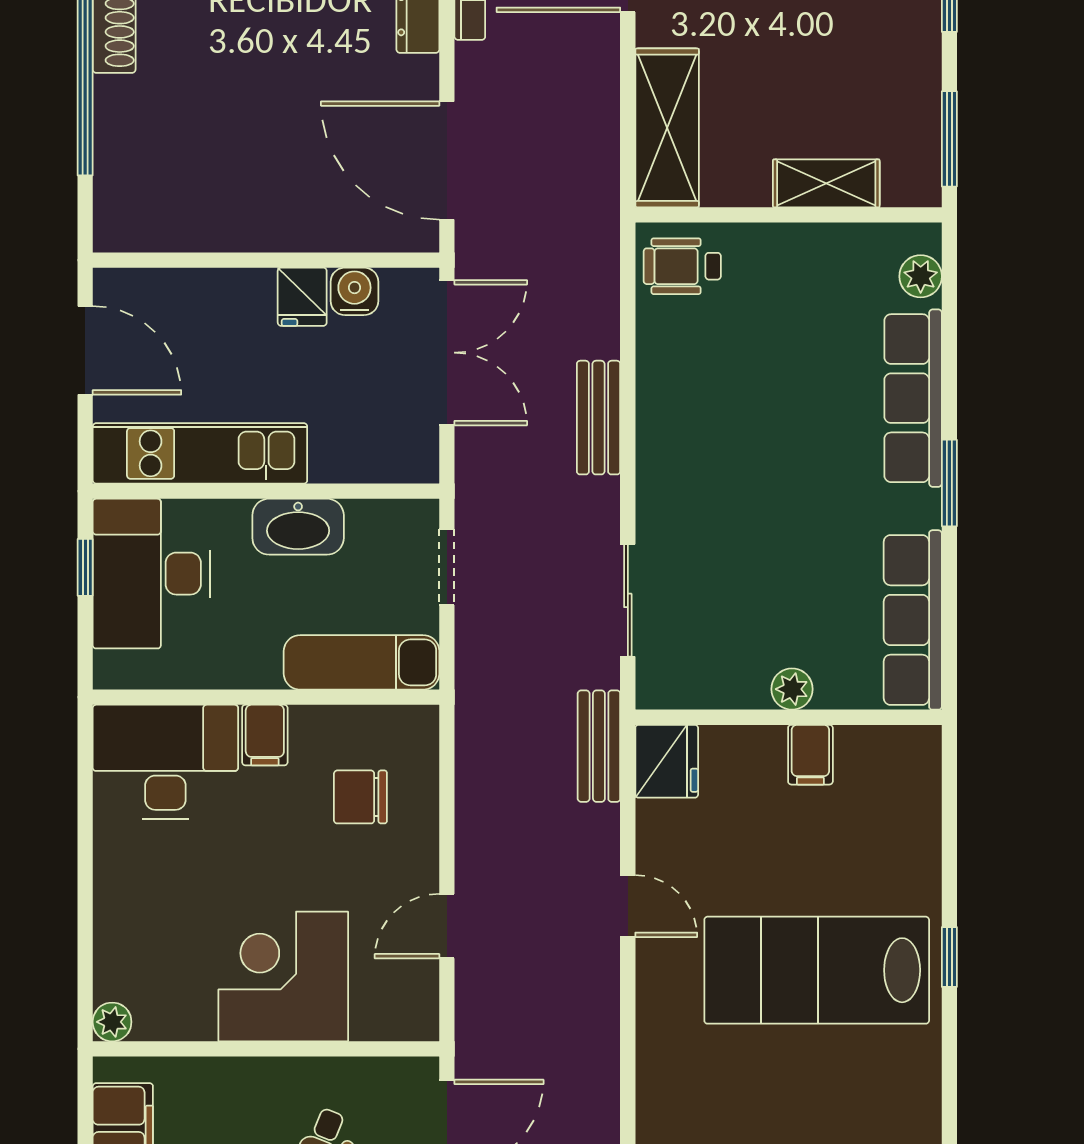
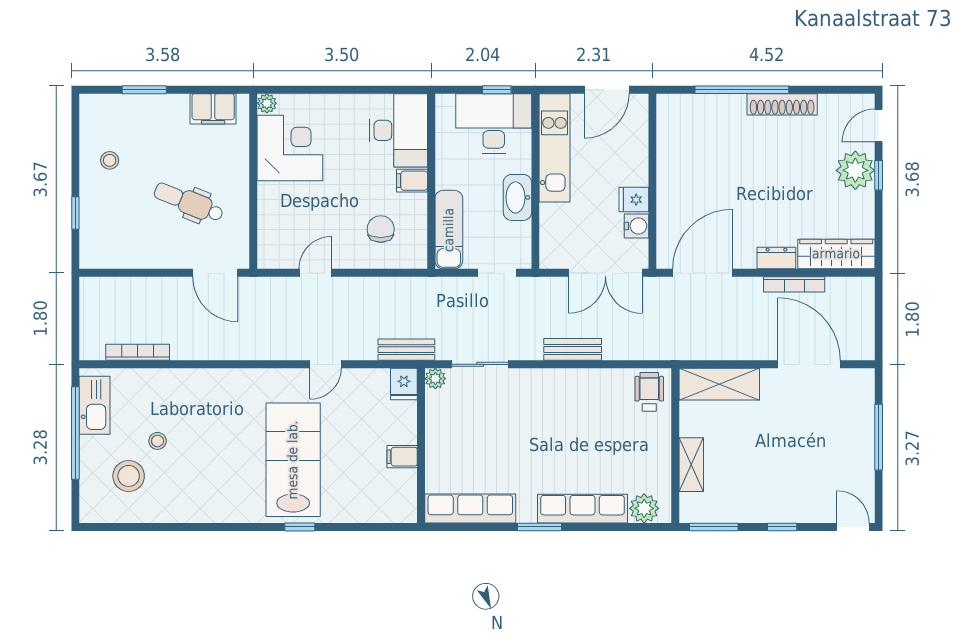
plant: (921, 276) -> (644, 508), width x1.38, depth x1.38
plant: (792, 689) -> (435, 379), moved
fridge: (667, 761) -> (404, 384), width x0.72
door: (447, 926) -> (315, 273), hinge flipped
corner desk: (283, 976) -> (290, 148), moved

